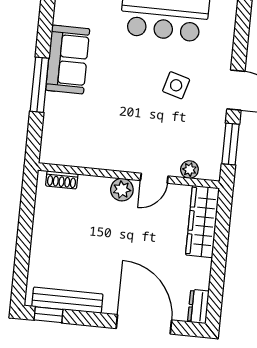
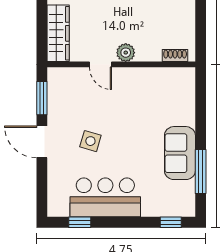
window: (39, 85) -> (201, 171), moved
plant: (189, 170) -> (73, 74), removed
door: (154, 178) -> (101, 64), swing flipped

